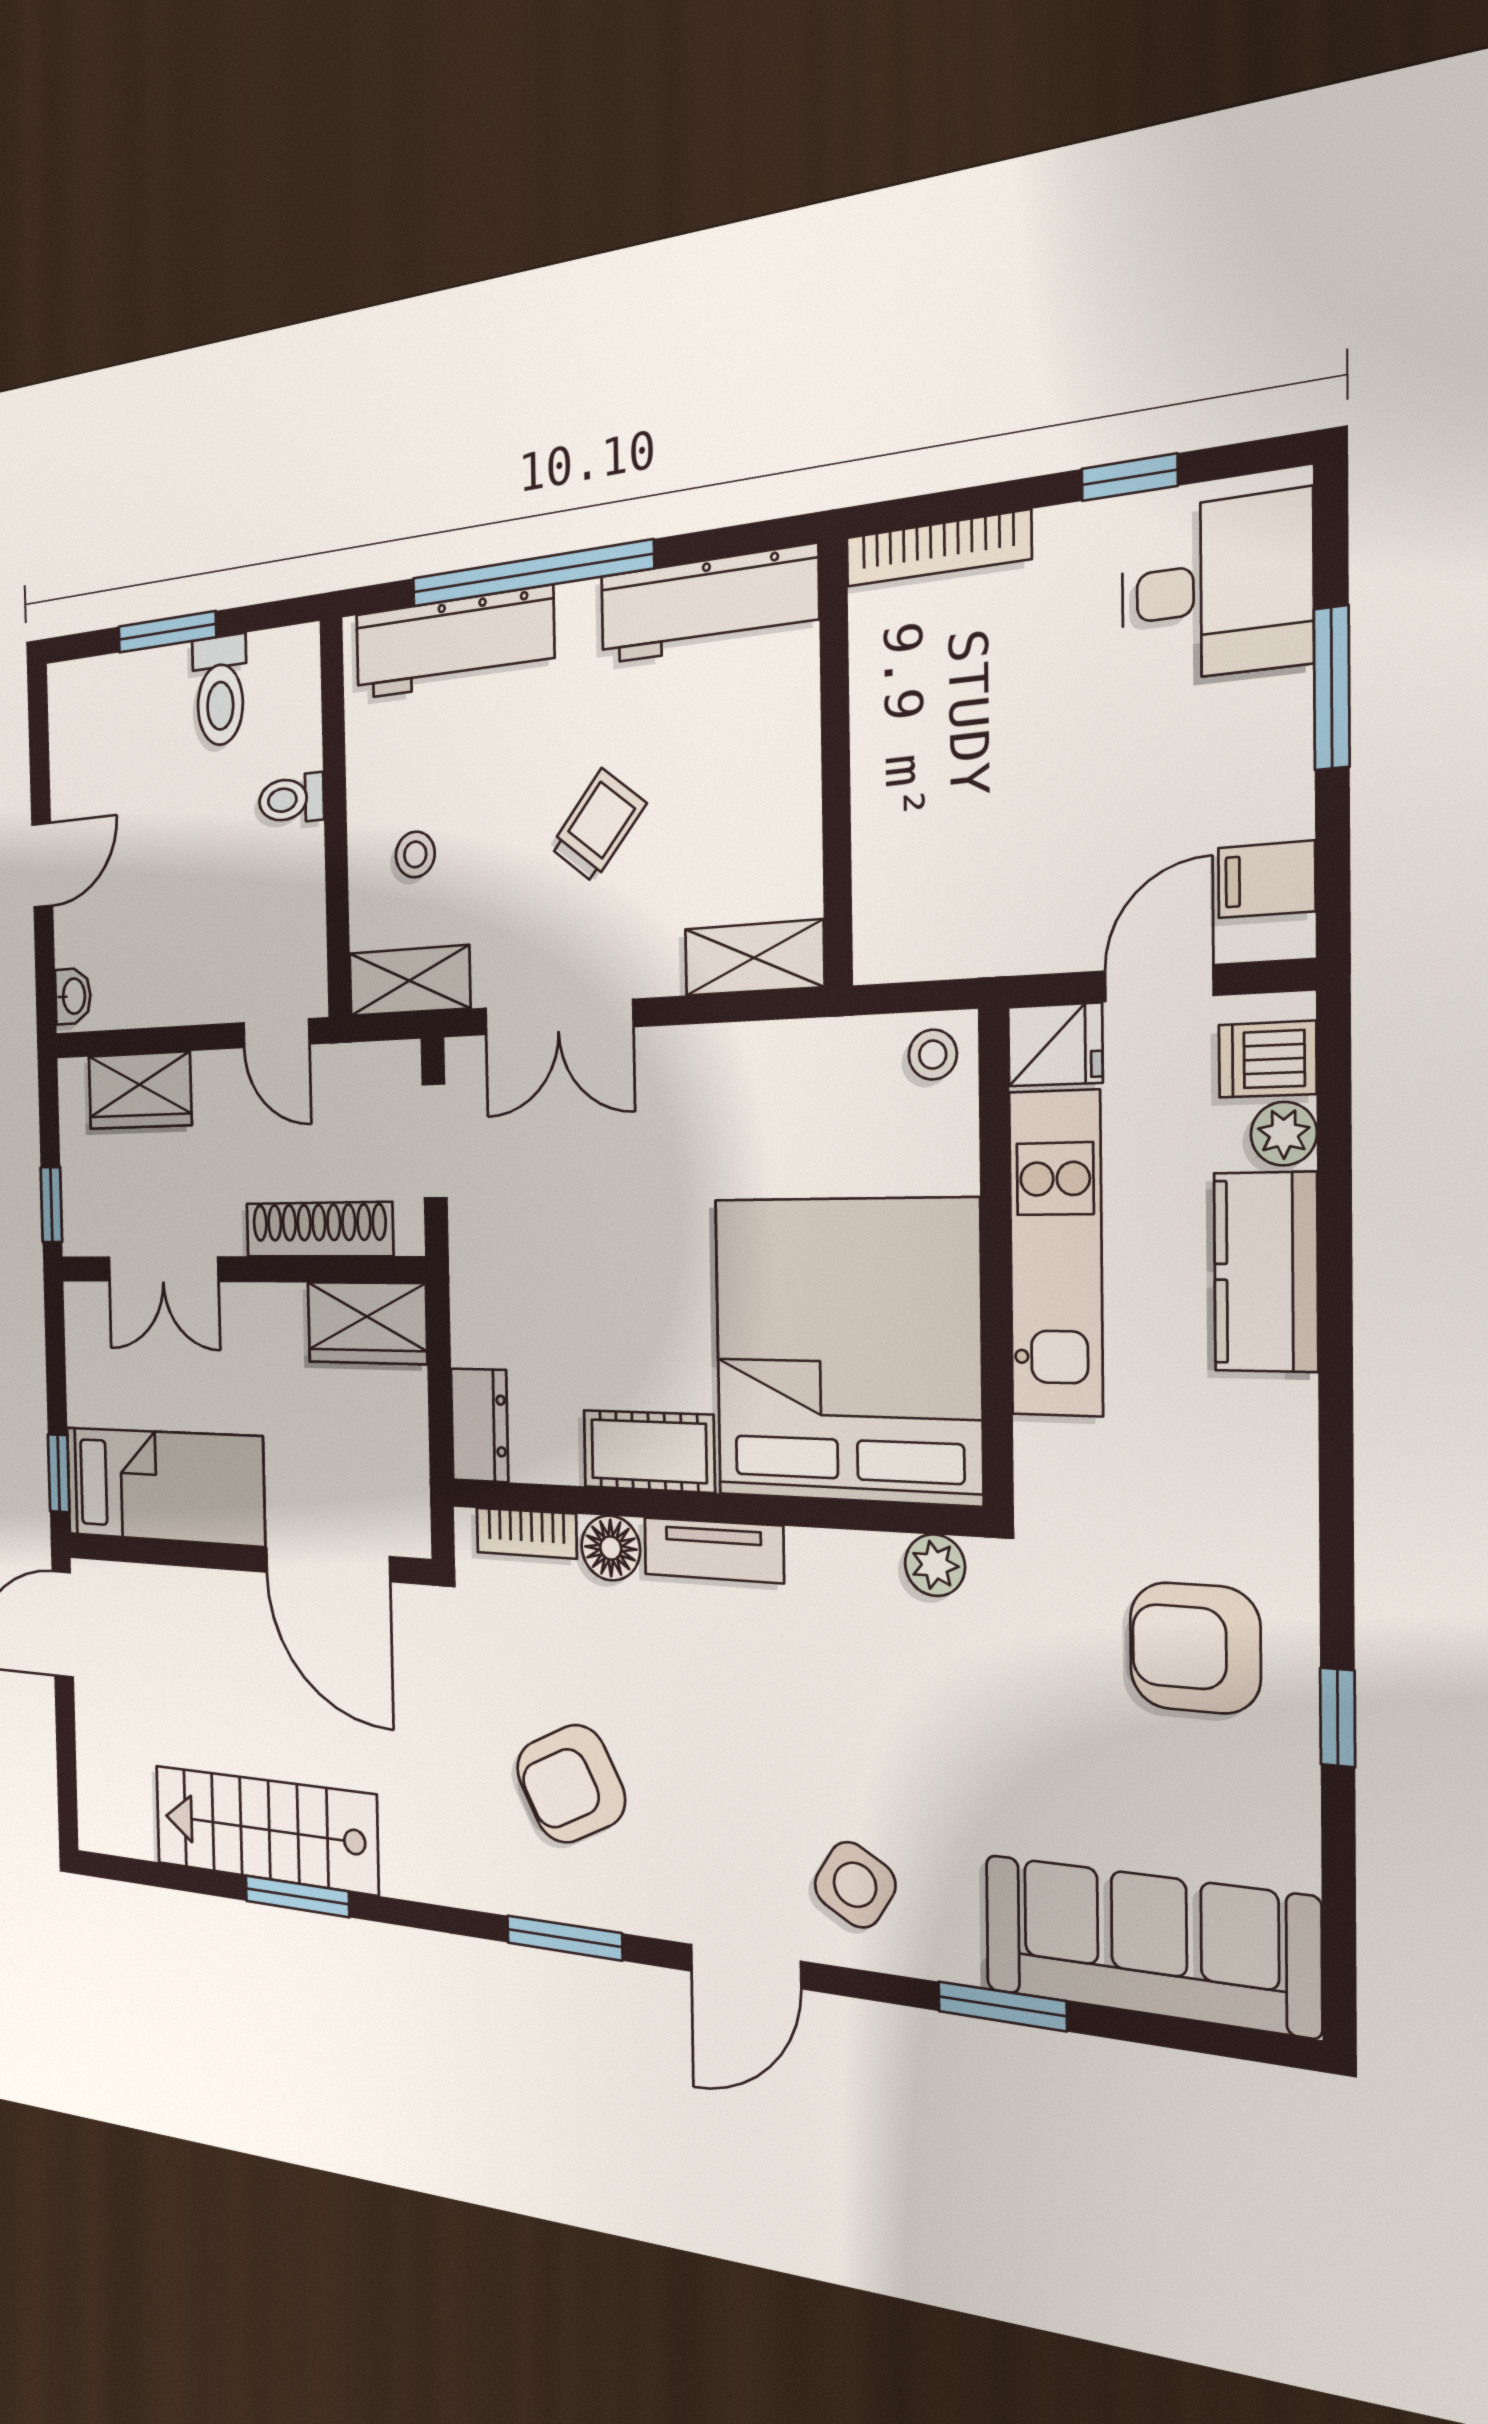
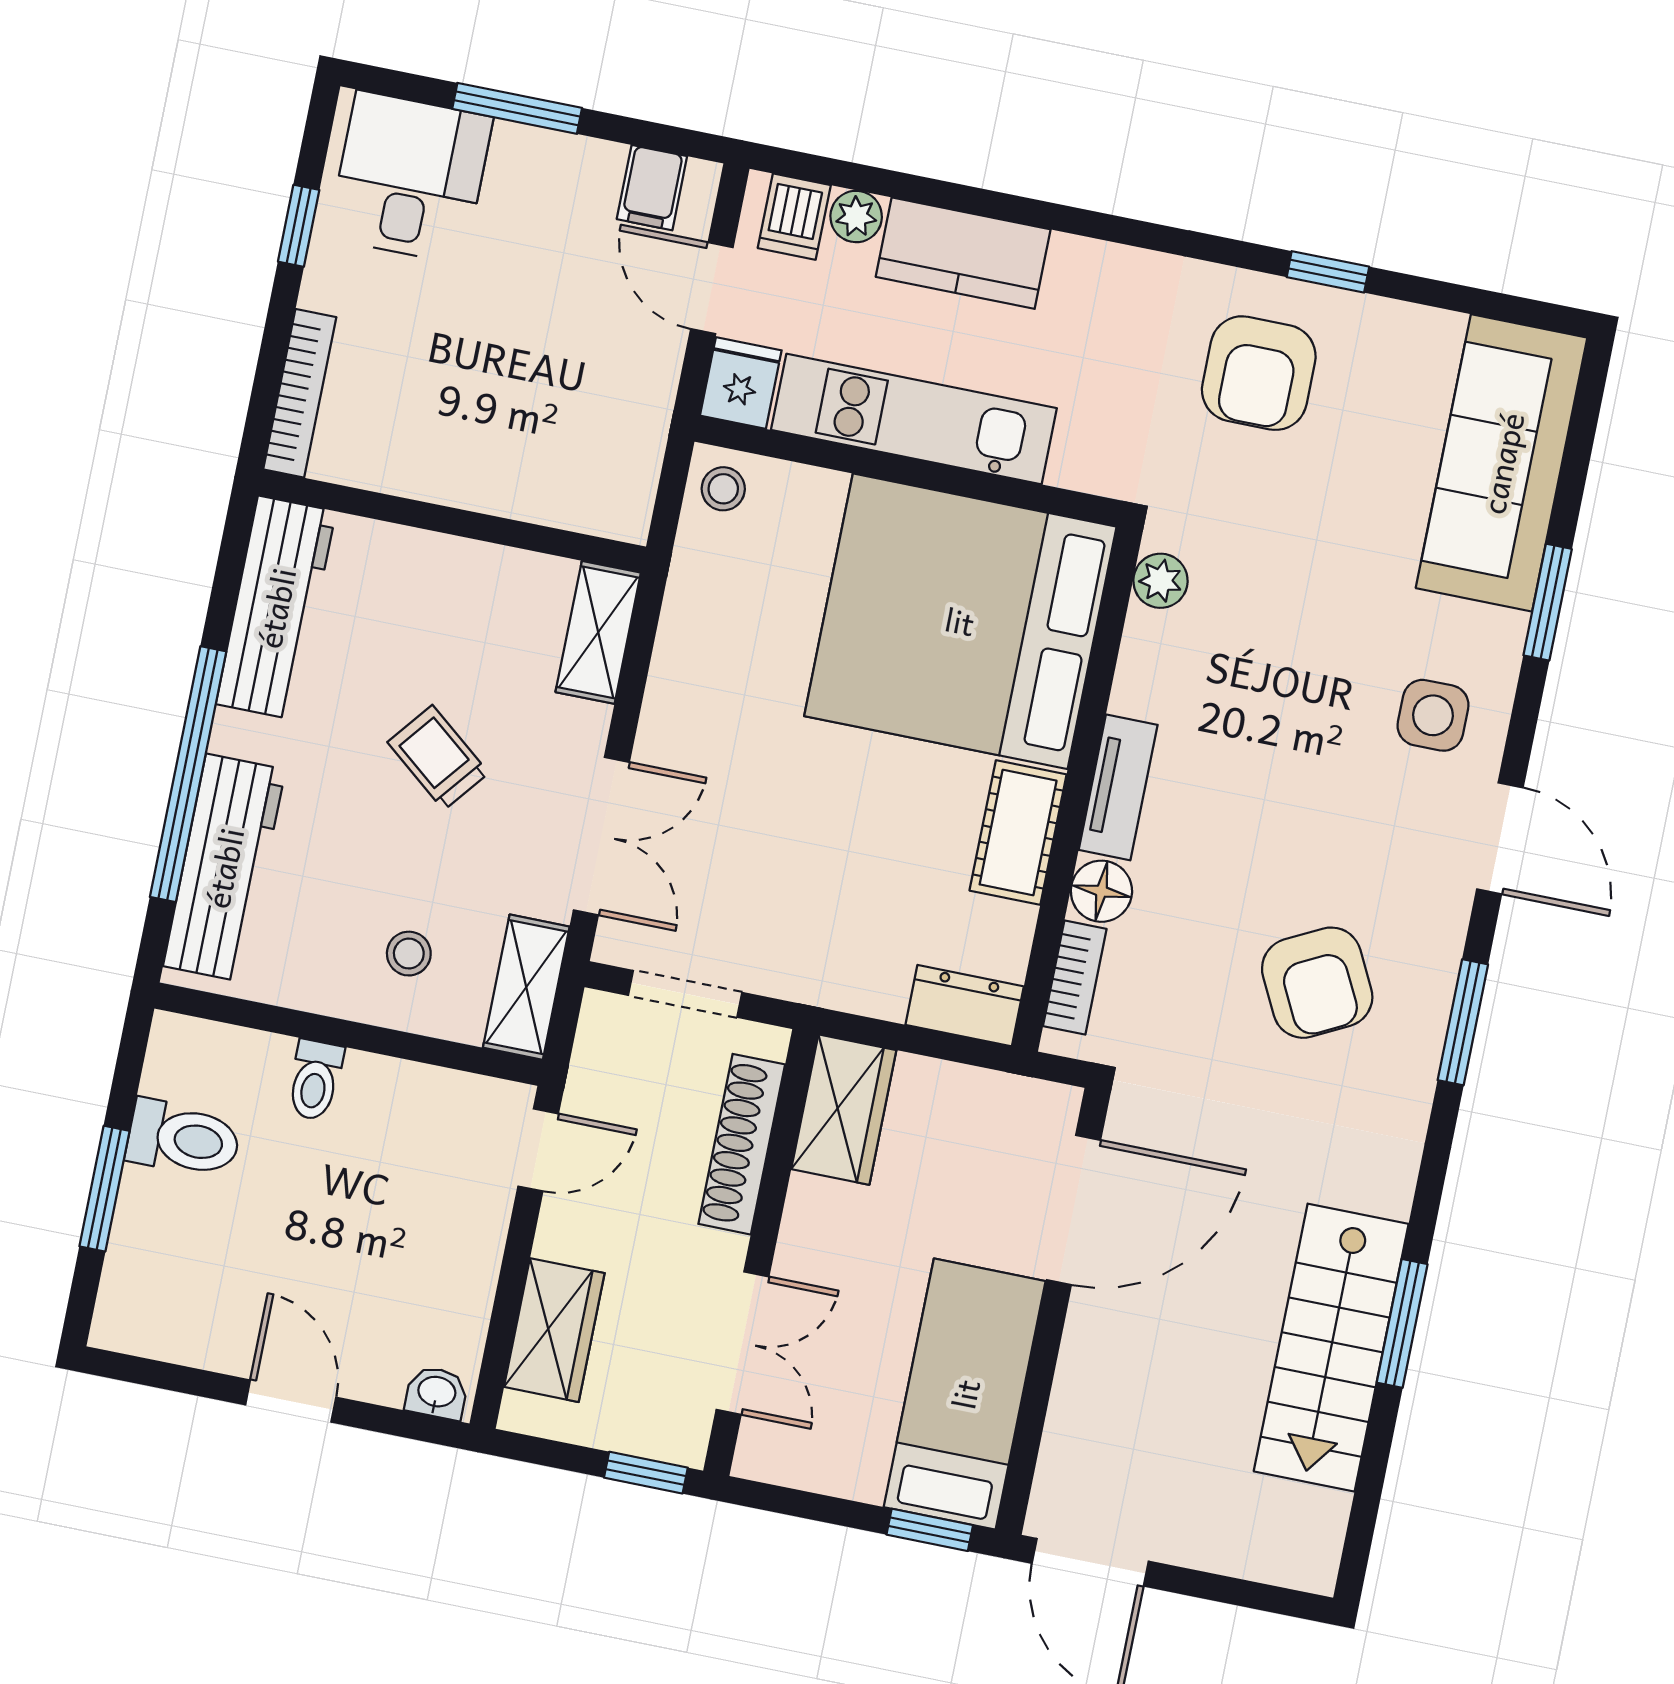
side table: (855, 1885) -> (1433, 715), turned -31

